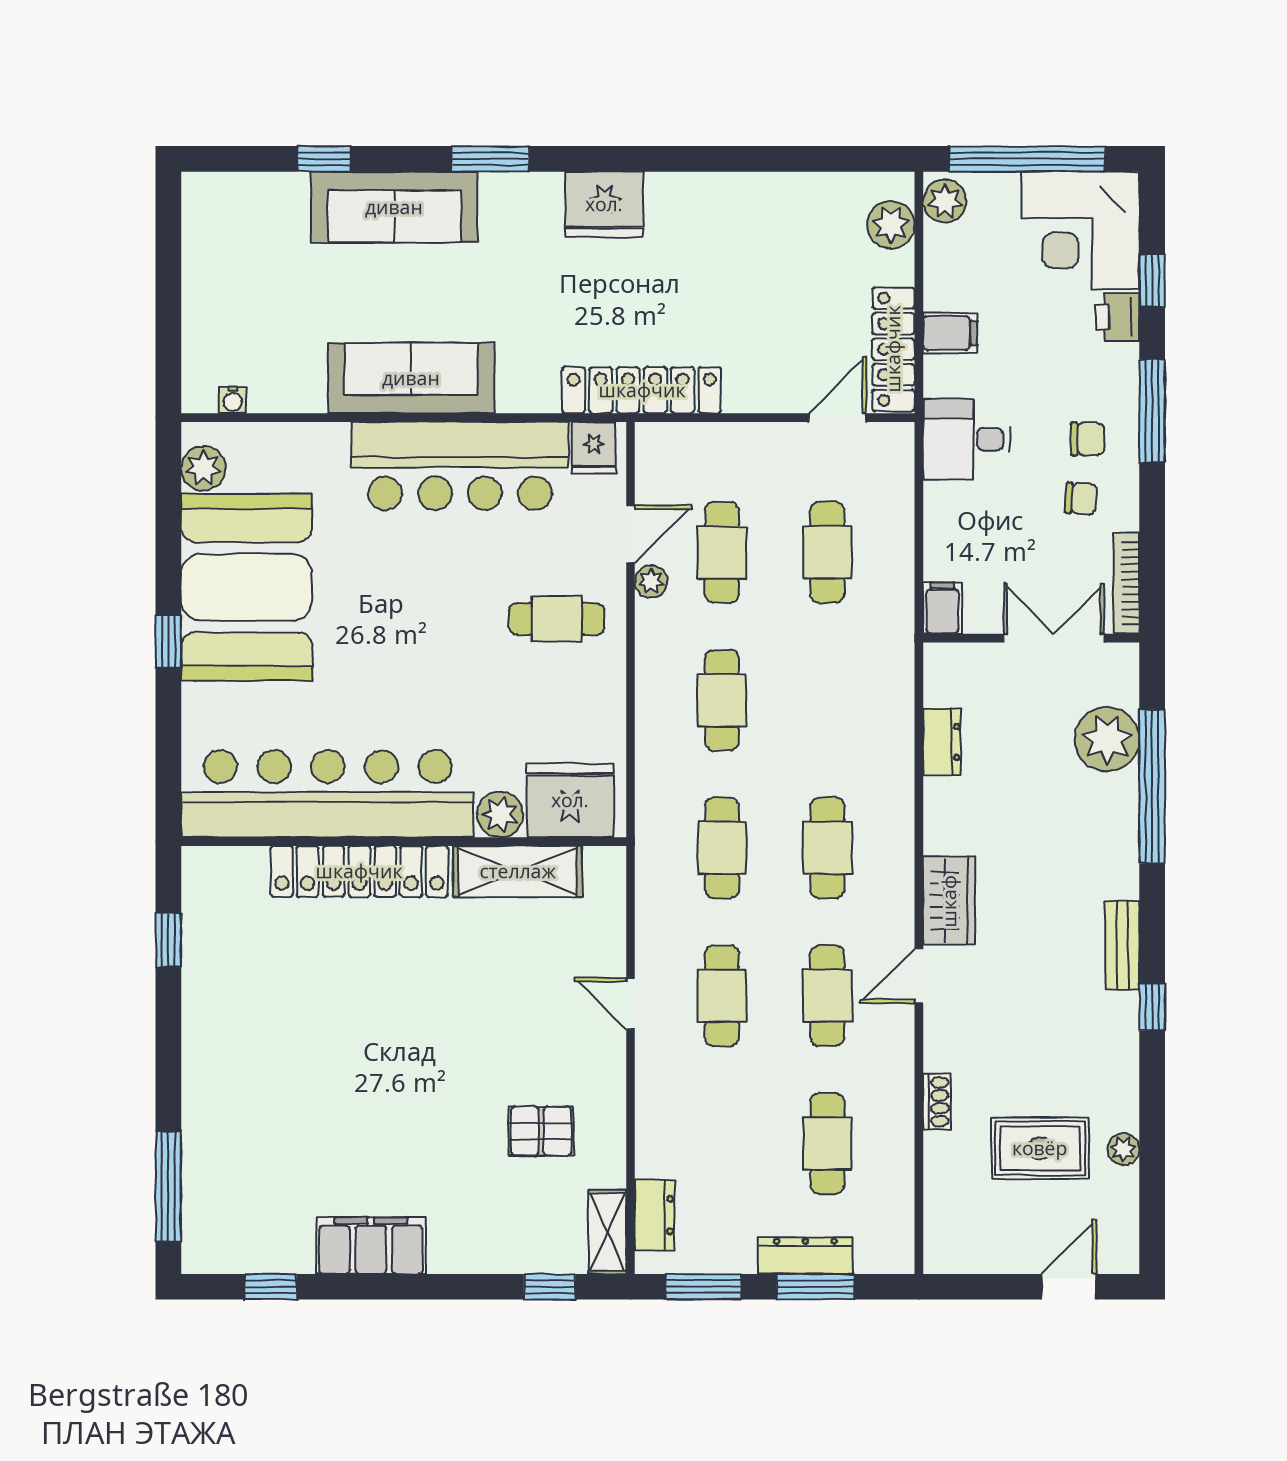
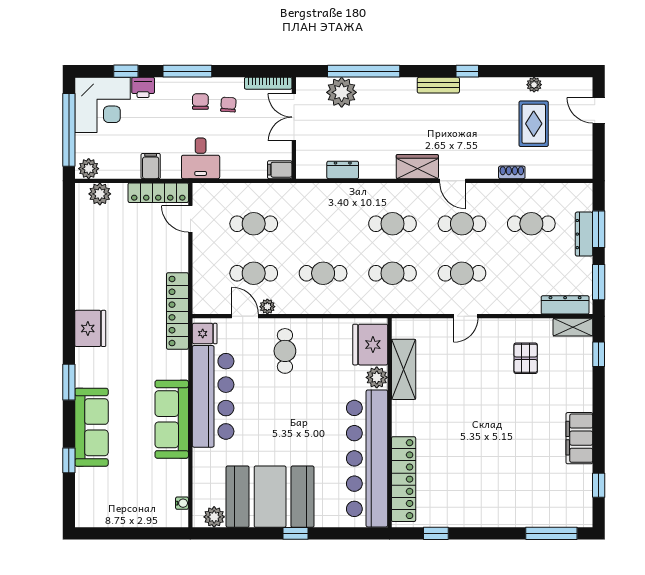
locker: (359, 871) -> (404, 479), moved
dresser: (655, 1215) -> (565, 305), width x1.44

